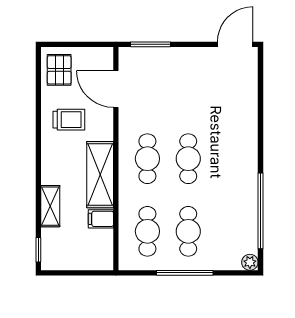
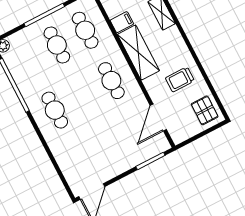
door: (116, 89) -> (158, 118), swing flipped
cafe table: (188, 159) -> (55, 110), moved

